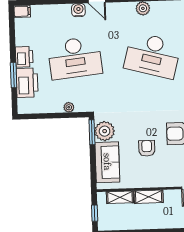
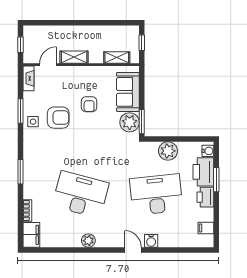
filing cabinet: (22, 11) -> (206, 228), moved
water cooler: (23, 104) -> (208, 151), added
plant: (69, 107) -> (168, 151), width x1.88, depth x1.88
shelving: (149, 197) -> (74, 57), moved

